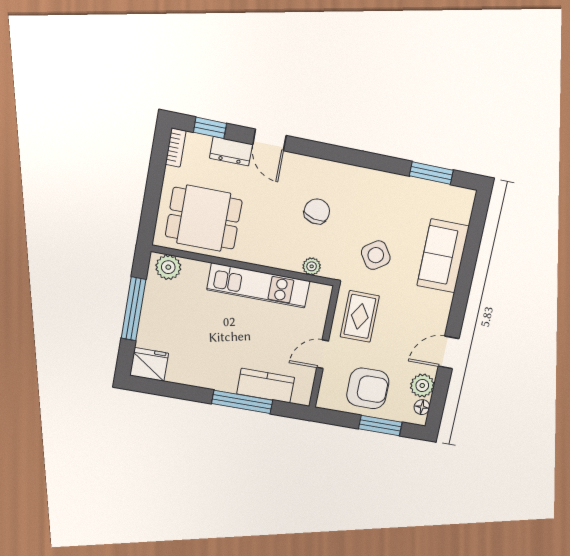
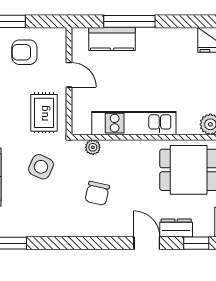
side table: (376, 255) -> (41, 167), turned -31
door: (323, 354) -> (69, 75), hinge flipped
armchair: (368, 388) -> (24, 52), width x0.72, depth x0.72

